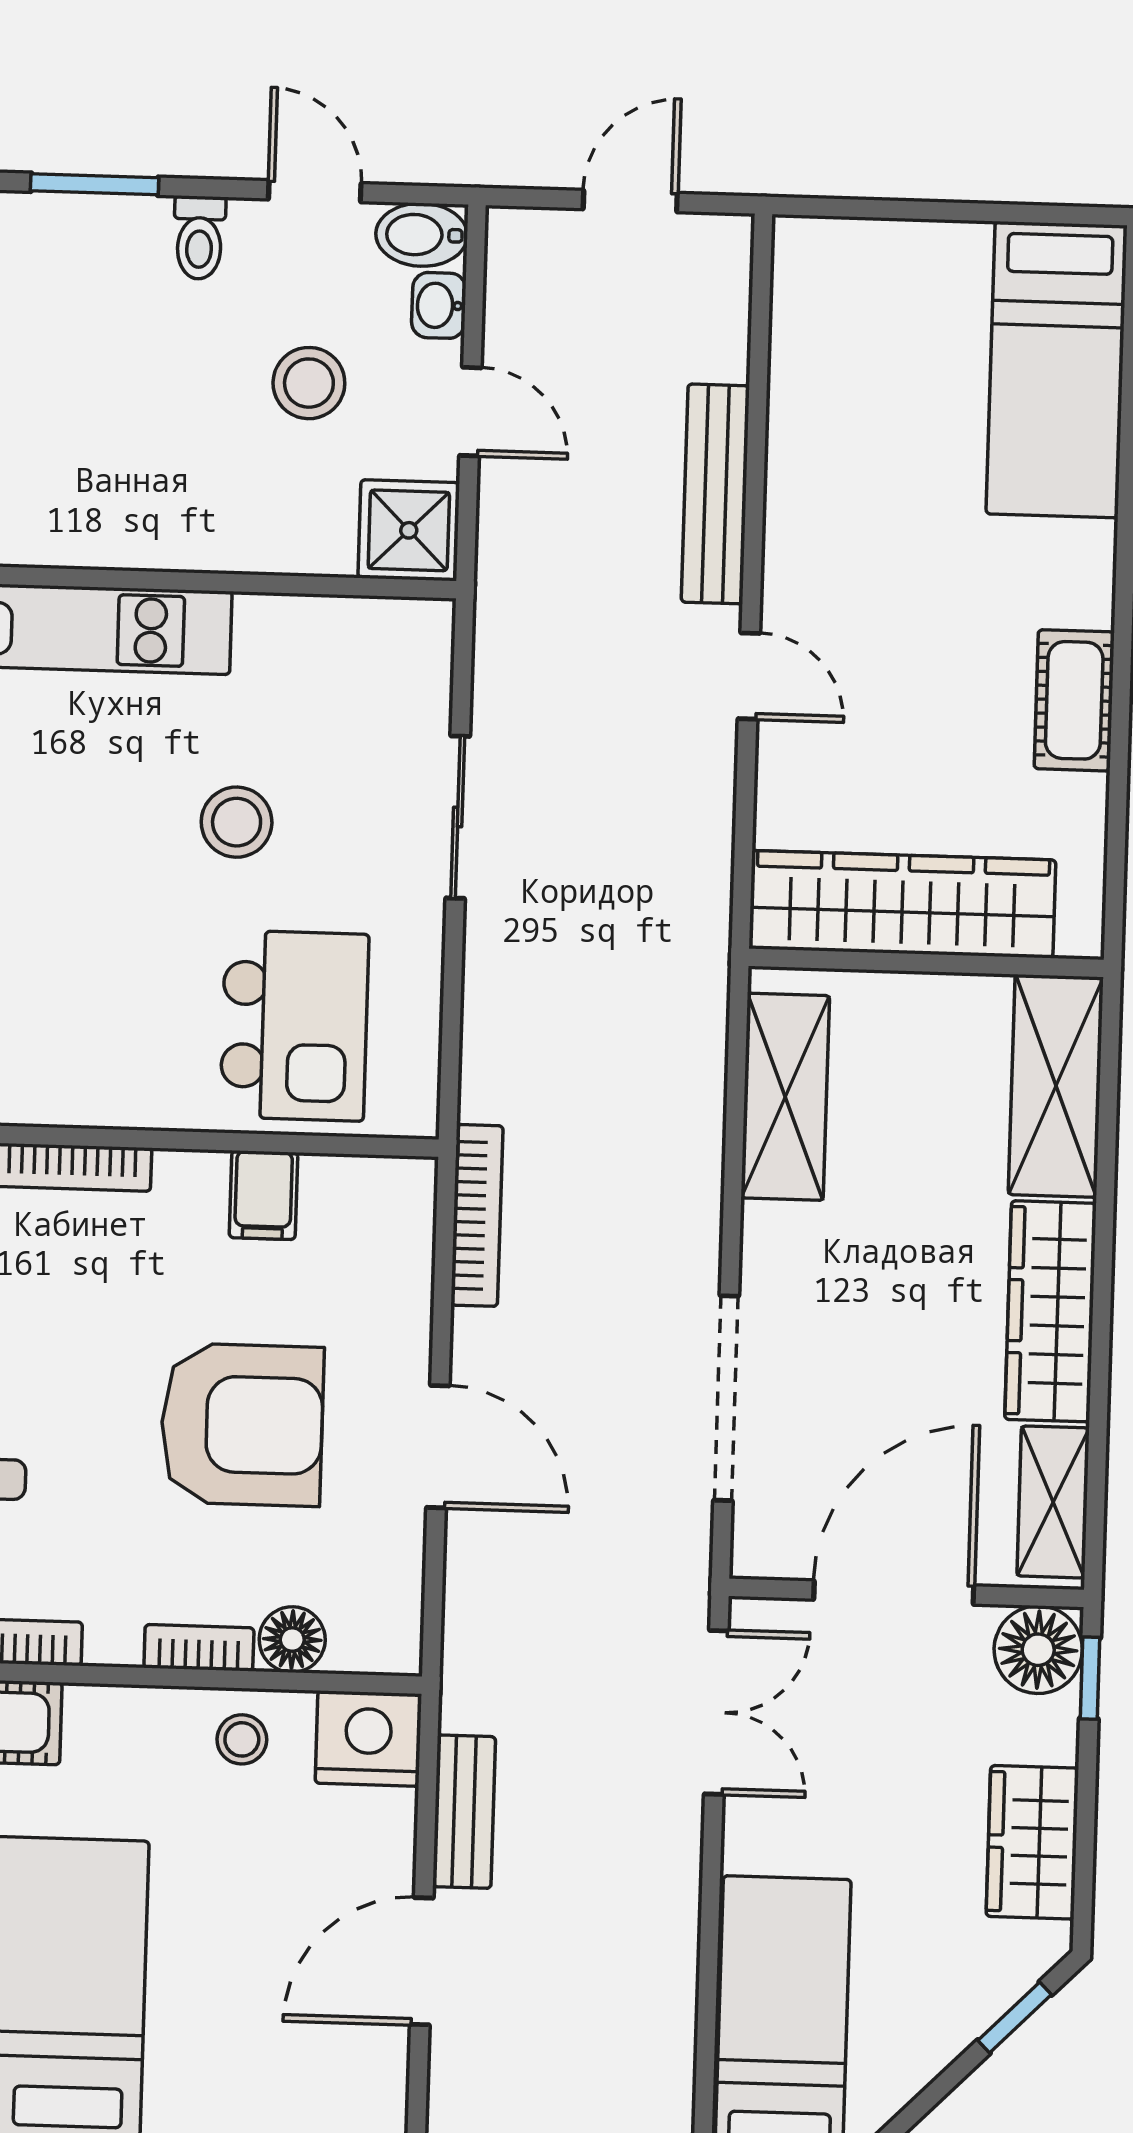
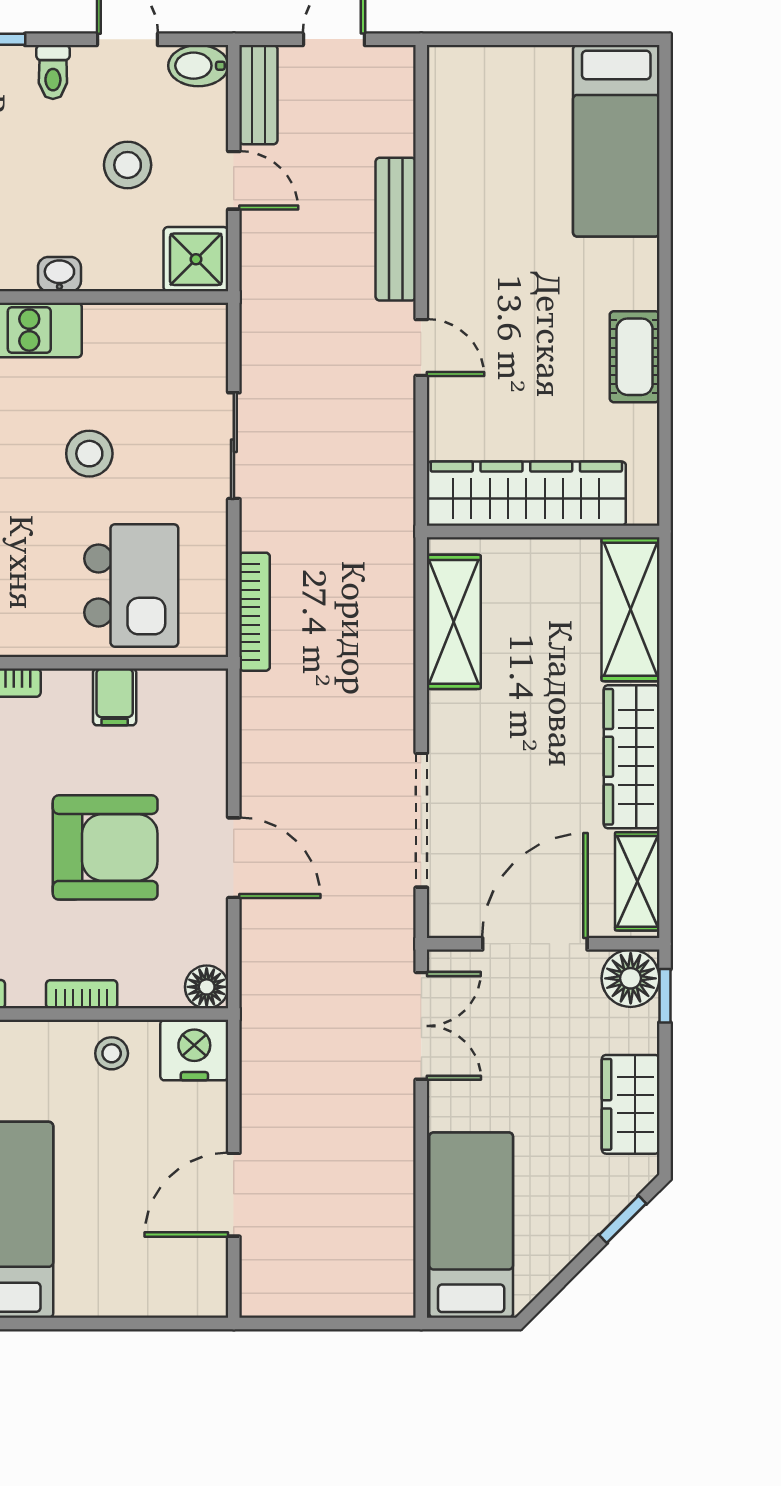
washbasin: (439, 305) -> (59, 274), moved, turned 90
bookcase: (477, 1215) -> (255, 612), moved
floor lamp: (292, 1640) -> (207, 987), moved
bench: (464, 1812) -> (258, 95), moved

